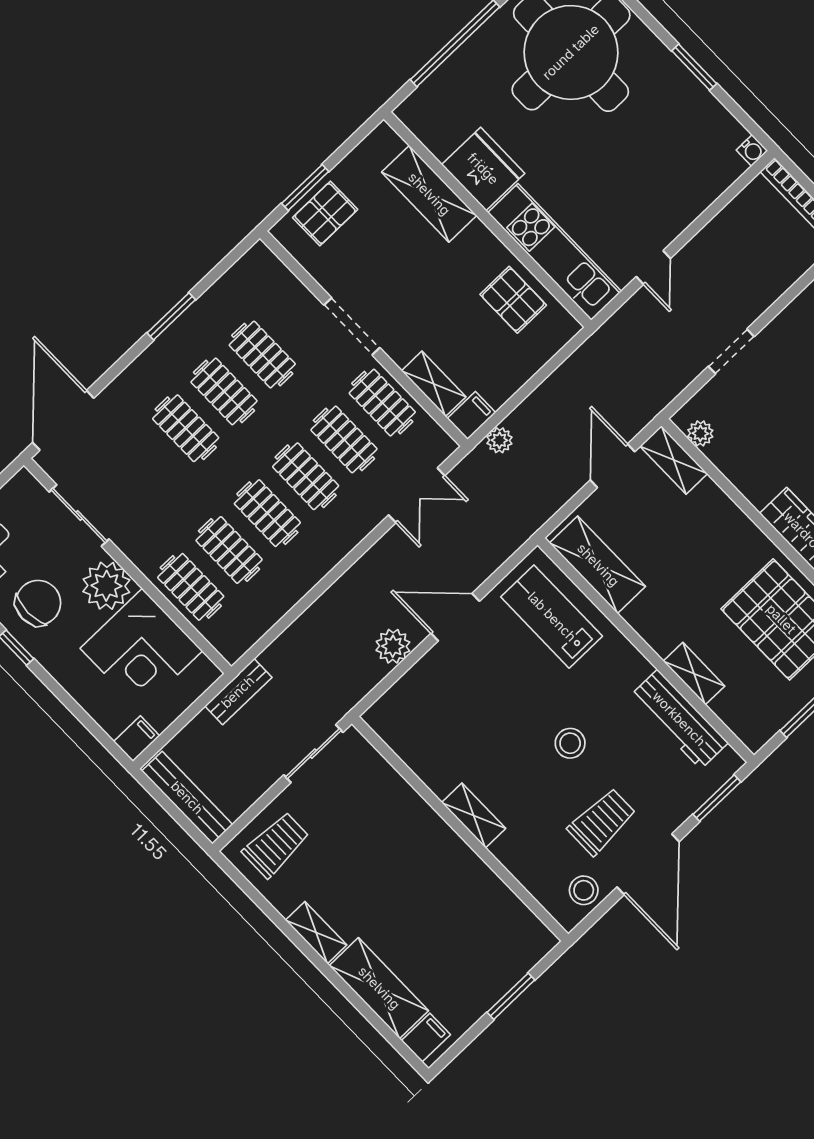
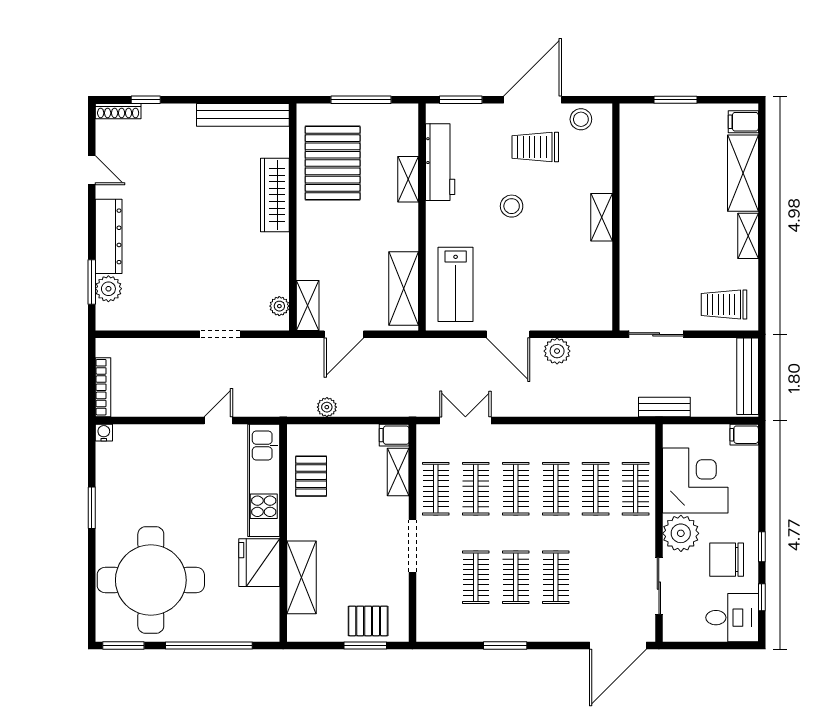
plant: (499, 440) -> (327, 407), moved

